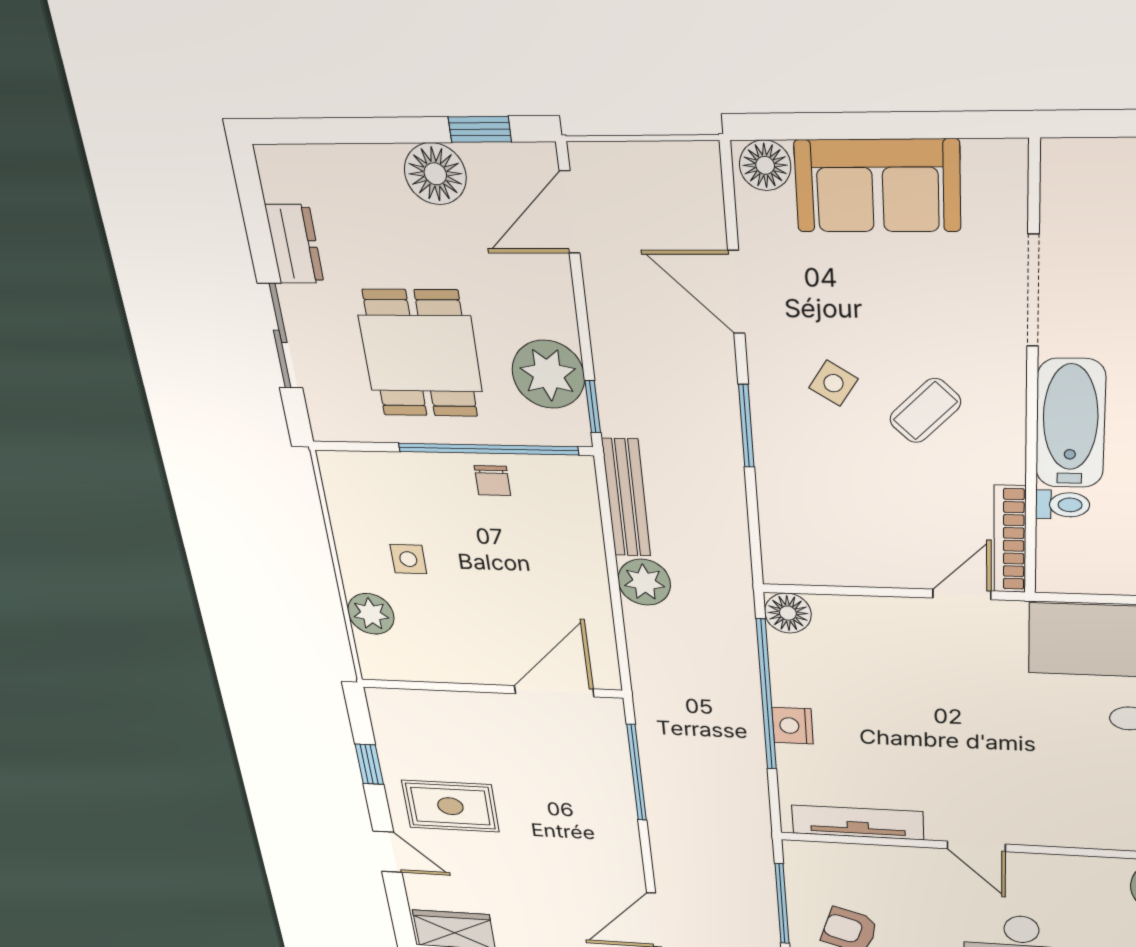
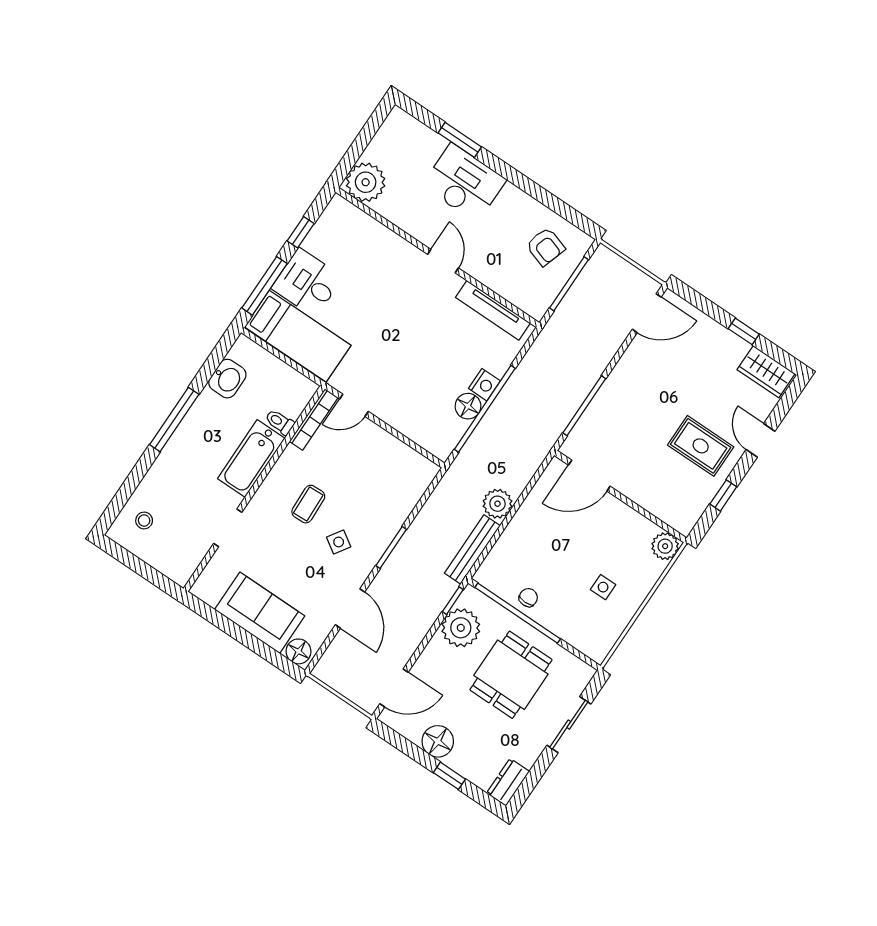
window: (480, 129) -> (449, 776), moved
dresser: (294, 244) -> (508, 782), moved
doorway: (1033, 291) -> (228, 528), width x0.73
coffee table: (925, 411) -> (308, 504), turned -47
floor lamp: (788, 613) -> (468, 406), moved
plant: (371, 614) -> (665, 546), moved

